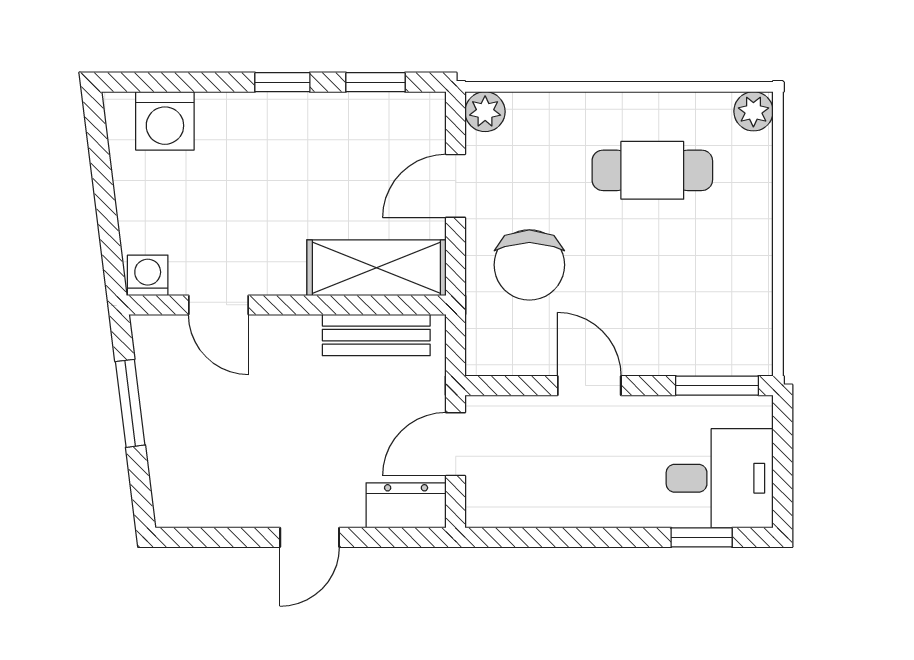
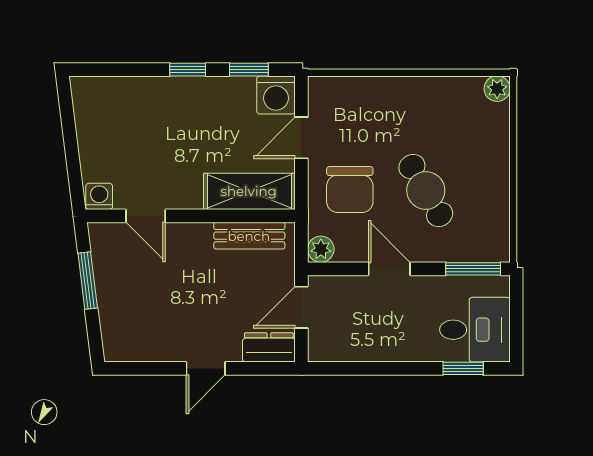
plant: (485, 112) -> (321, 249), moved
washing machine: (165, 121) -> (276, 95), moved
cafe table: (652, 170) -> (426, 190), moved, turned 60

